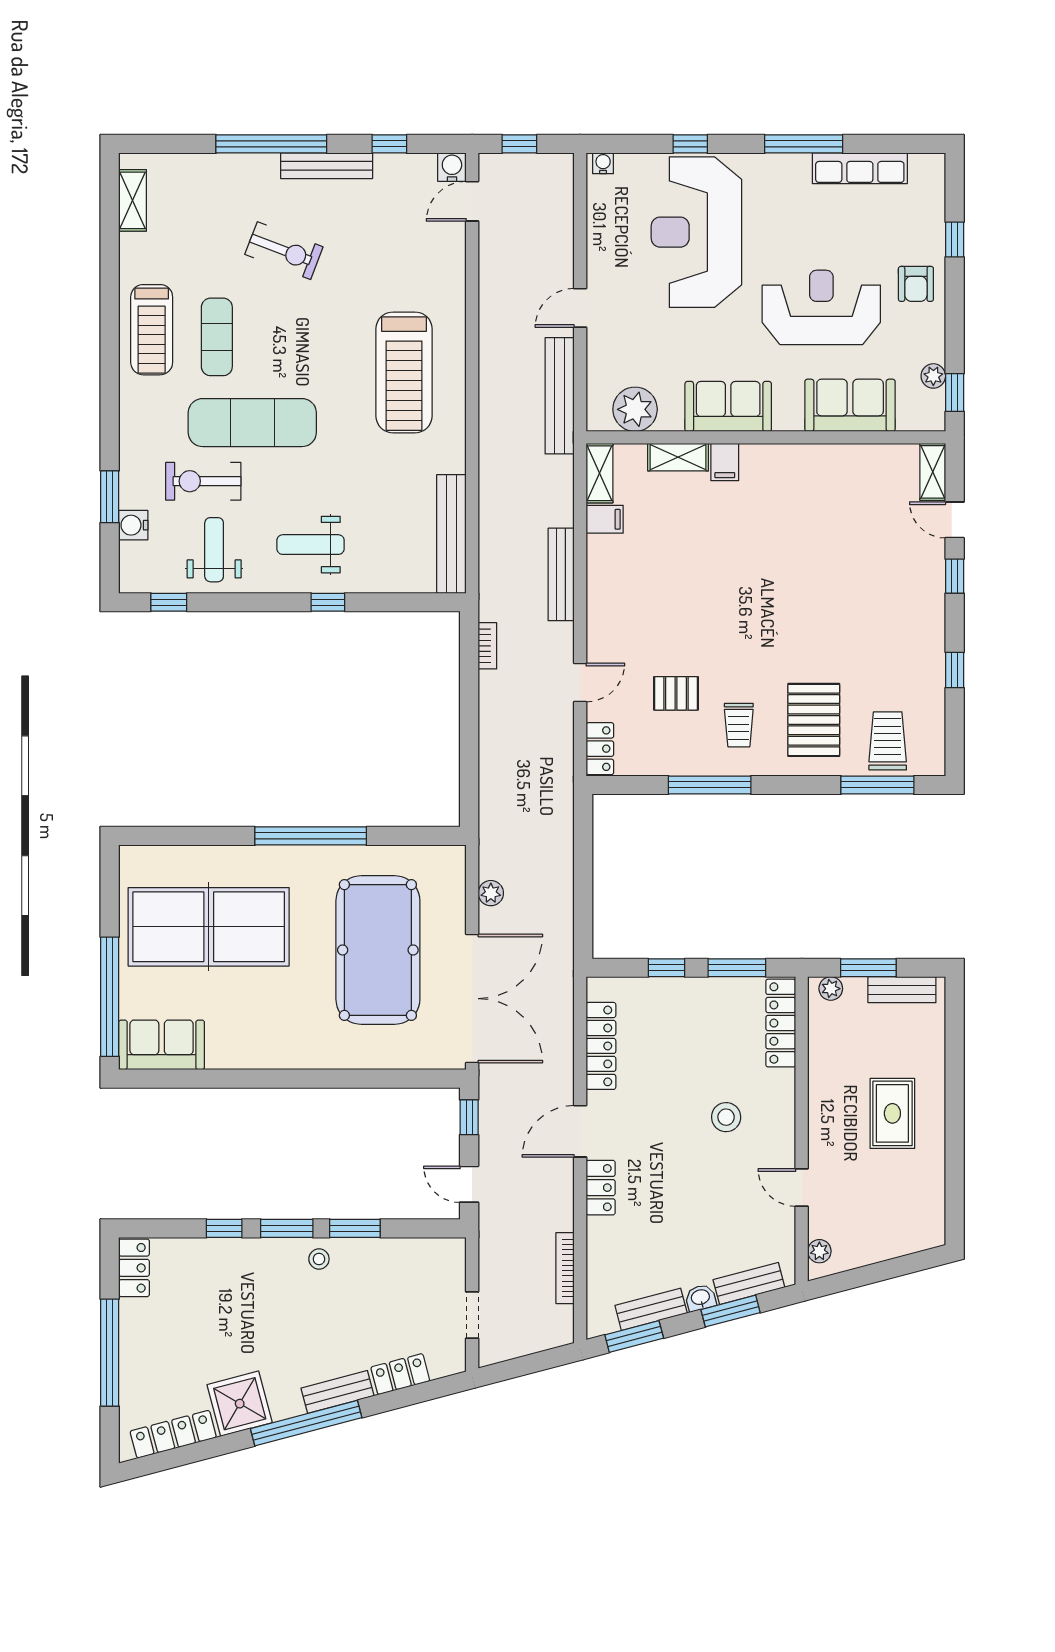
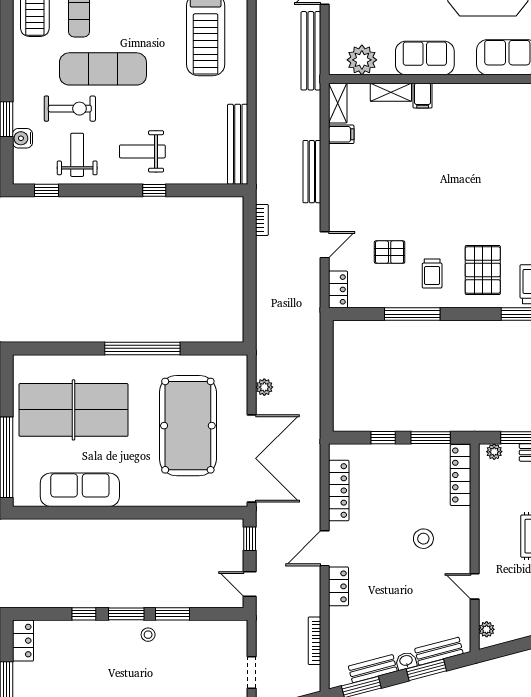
exercise bike: (203, 481) -> (70, 109), turned 180
sofa: (162, 1045) -> (80, 490), moved, width x1.36

